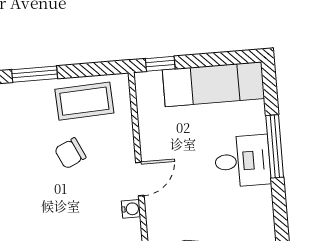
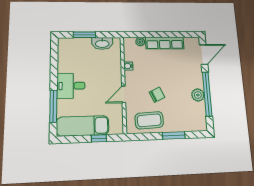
window: (160, 64) -> (99, 138), moved
window: (275, 146) -> (53, 106), moved
door: (140, 179) -> (124, 94), moved

